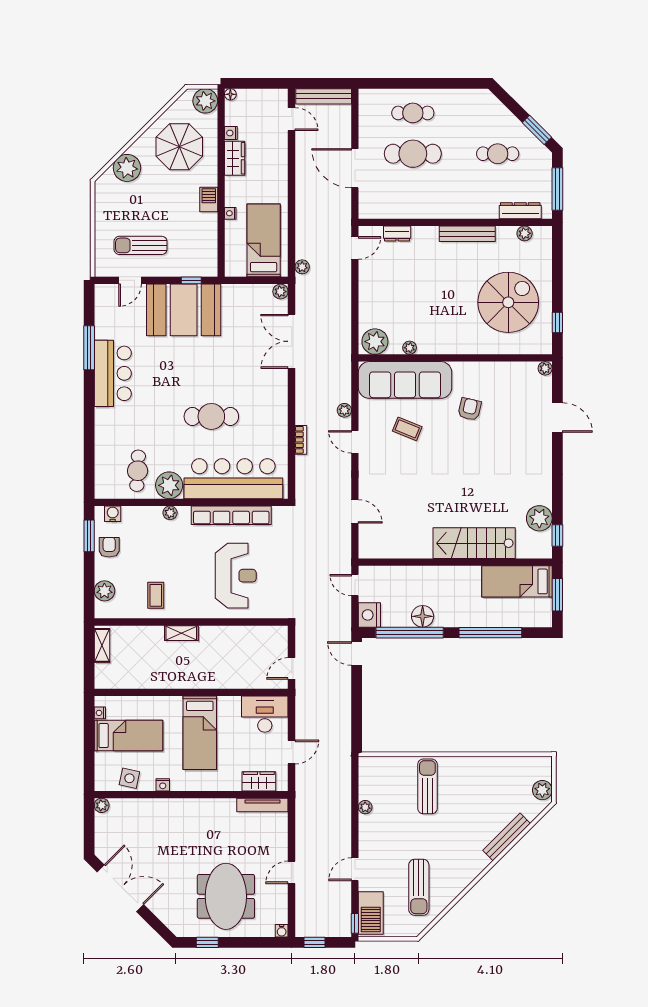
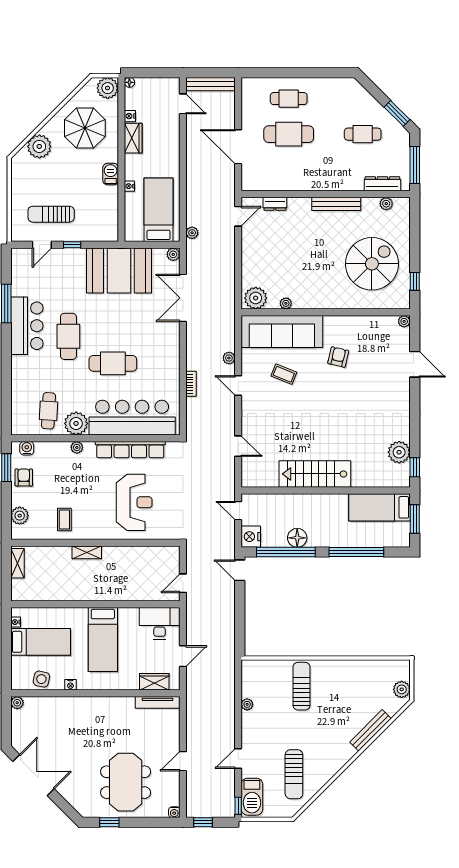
window: (191, 280) -> (72, 245), moved
booth: (184, 310) -> (119, 270), moved
cafe table: (160, 385) -> (68, 336), added
stairs: (474, 543) -> (315, 474), moved

